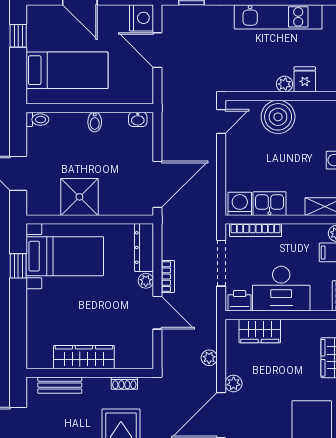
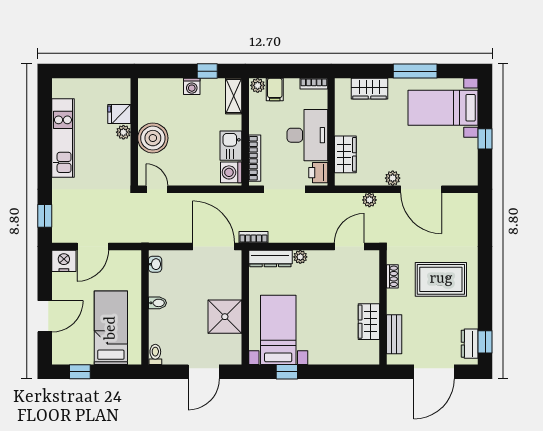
bookcase: (168, 277) -> (253, 237), moved
door: (157, 313) -> (349, 246), moved
wardrobe: (84, 357) -> (369, 322), width x0.67

